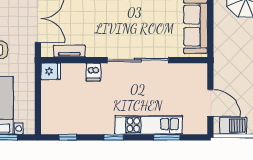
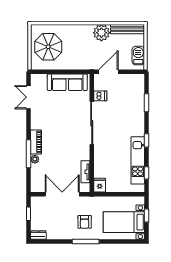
dishwasher: (93, 72) -> (100, 96), moved
door: (210, 103) -> (108, 72), moved
kitchen unit: (149, 125) -> (138, 160), moved

